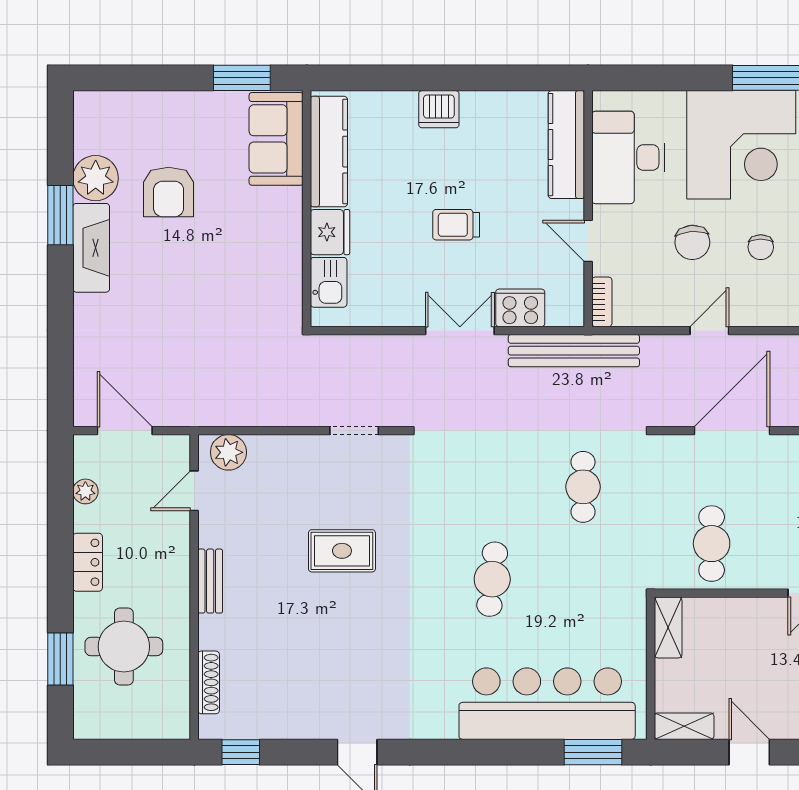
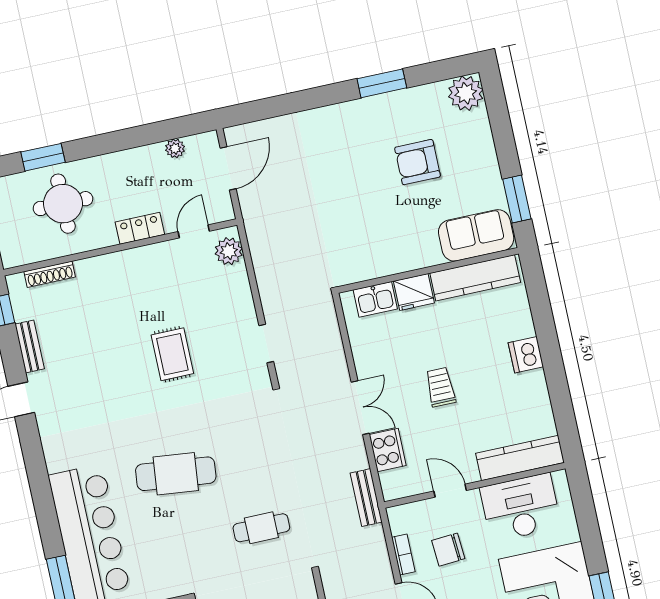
plant: (96, 178) -> (466, 93), moved
door: (588, 241) -> (450, 491), hinge flipped
chair: (692, 242) -> (448, 550), moved
fireplace: (91, 248) -> (362, 112), removed
bookcase: (602, 302) -> (403, 555), moved, turned -90
bench: (574, 351) -> (366, 498), width x0.54, depth x0.82
door: (194, 491) -> (194, 231), hinge flipped
locker: (88, 562) -> (140, 228), moved, turned 180
cafe table: (492, 579) -> (176, 474), width x1.37, depth x1.35
bench: (210, 581) -> (30, 346), moved, turned 90

